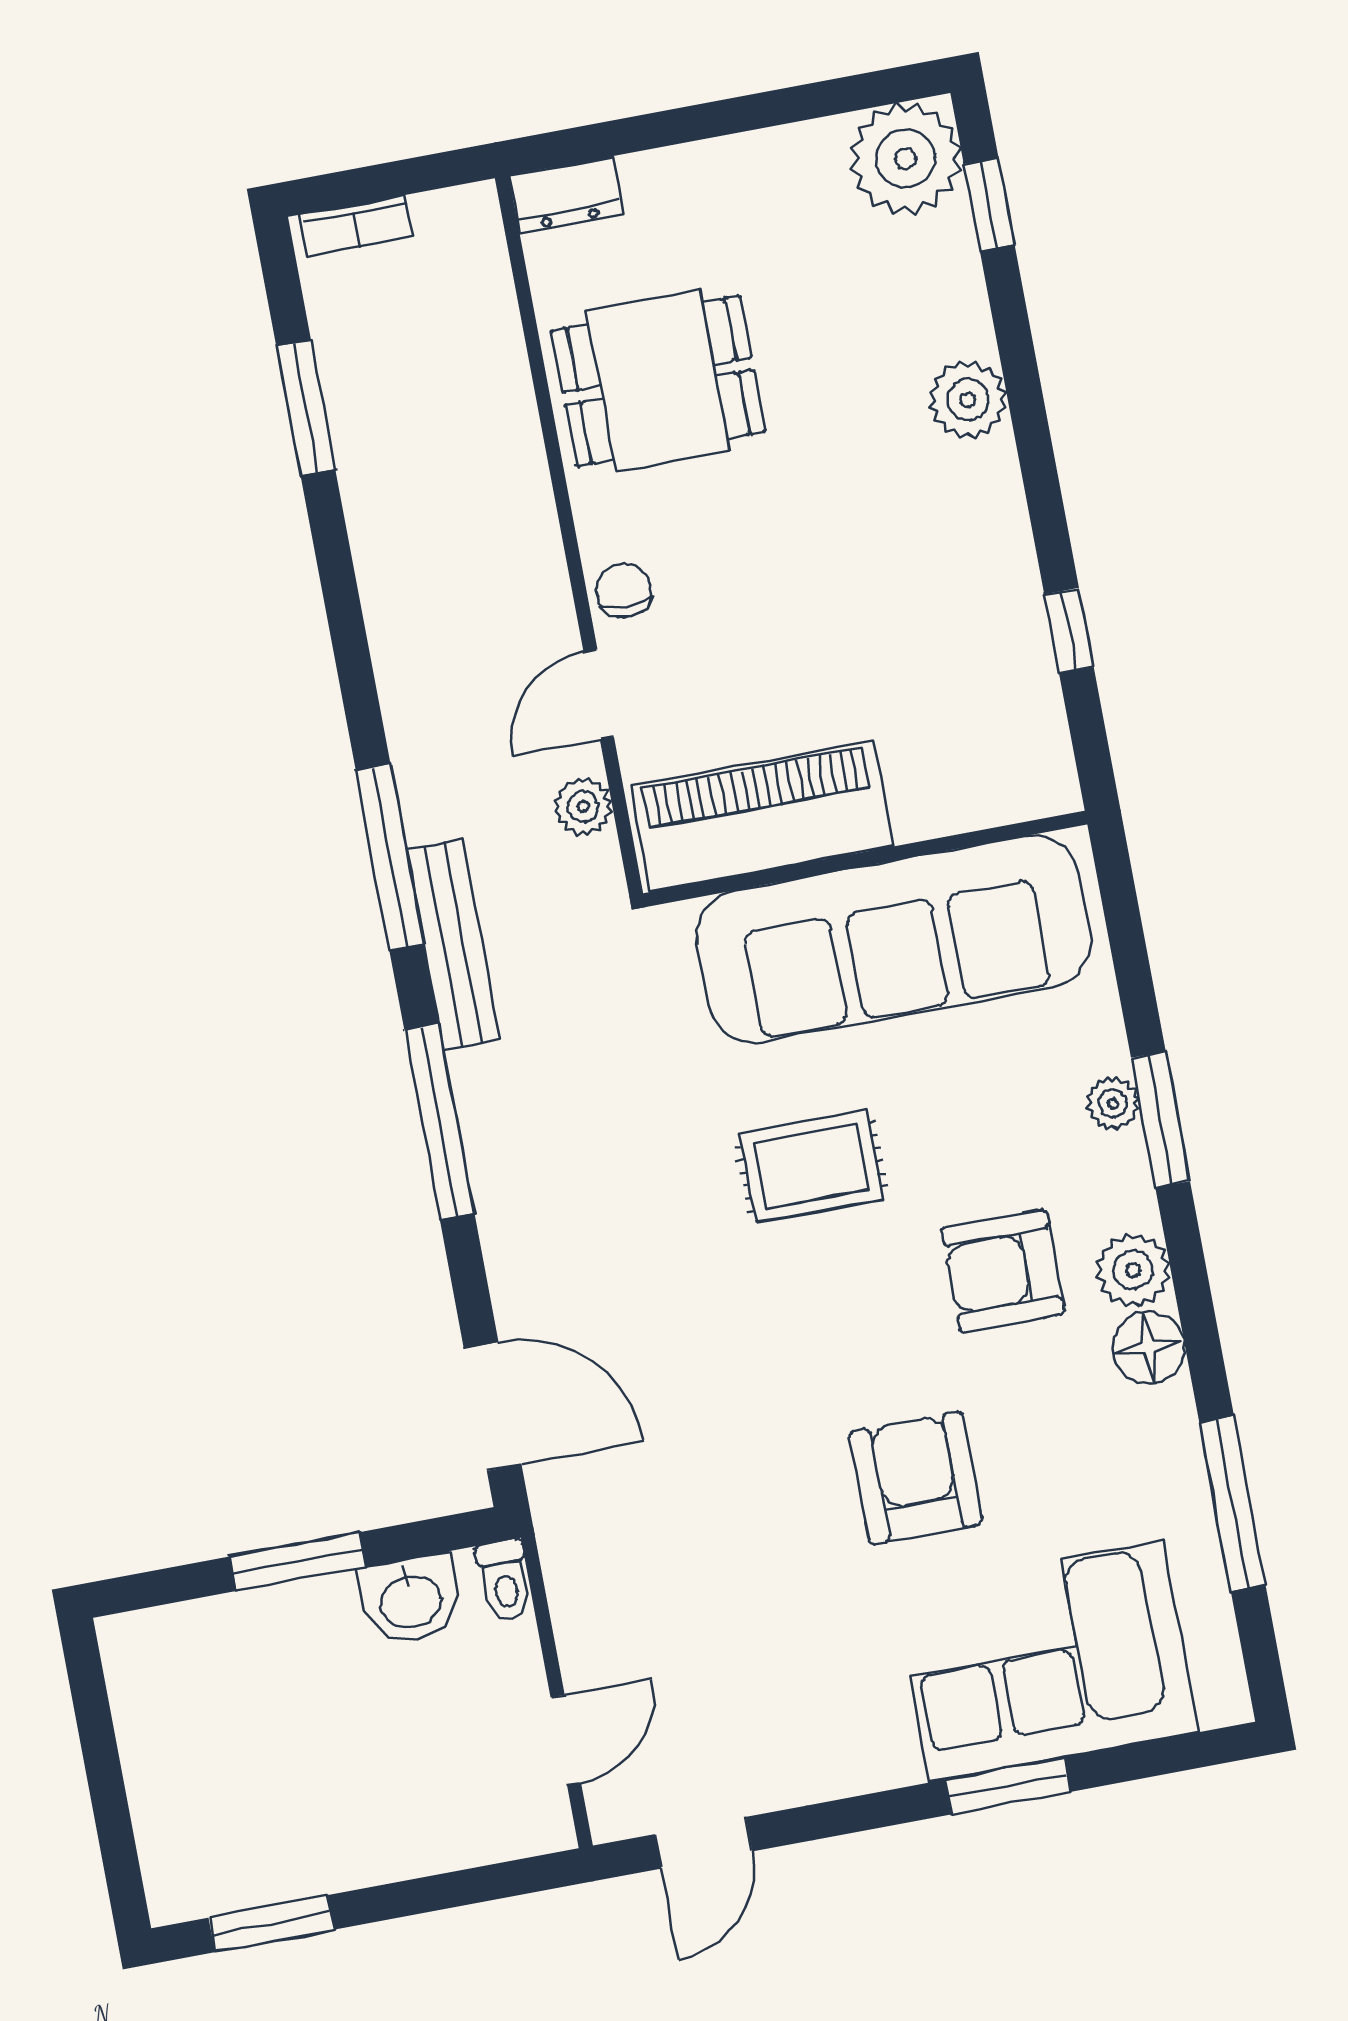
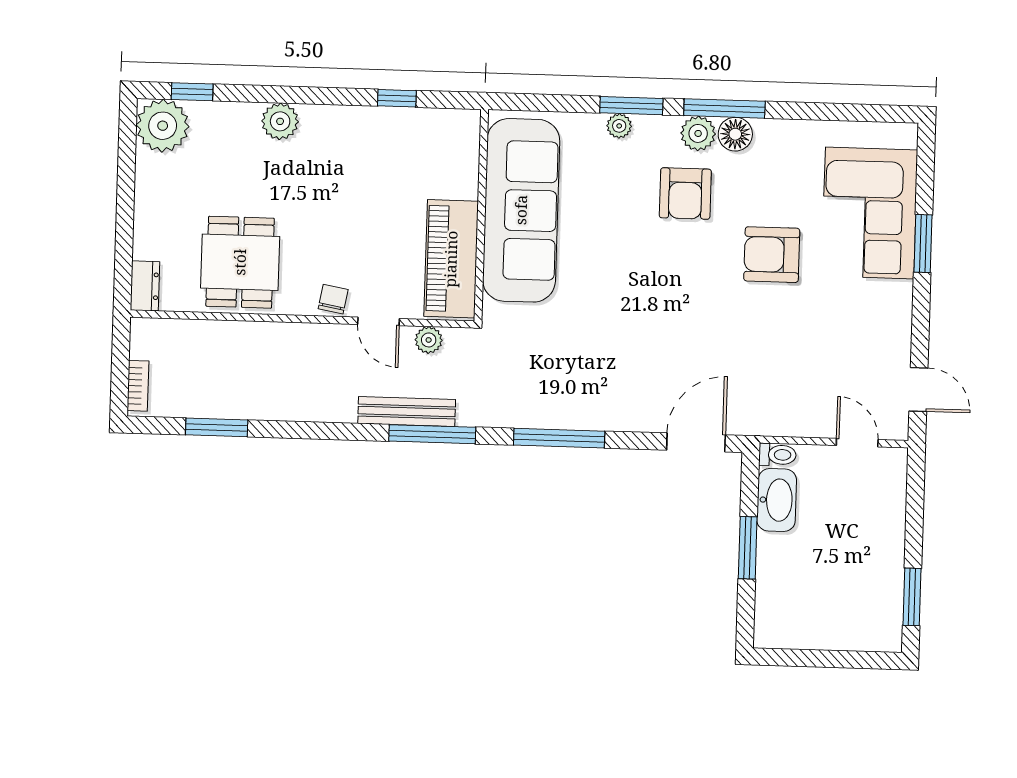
chair: (624, 590) -> (333, 299), turned 100
bench: (453, 944) -> (407, 411), moved
rug: (811, 1166) -> (618, 271), removed
window: (1232, 1504) -> (724, 108), moved
washbasin: (410, 1600) -> (777, 500), width x1.38

